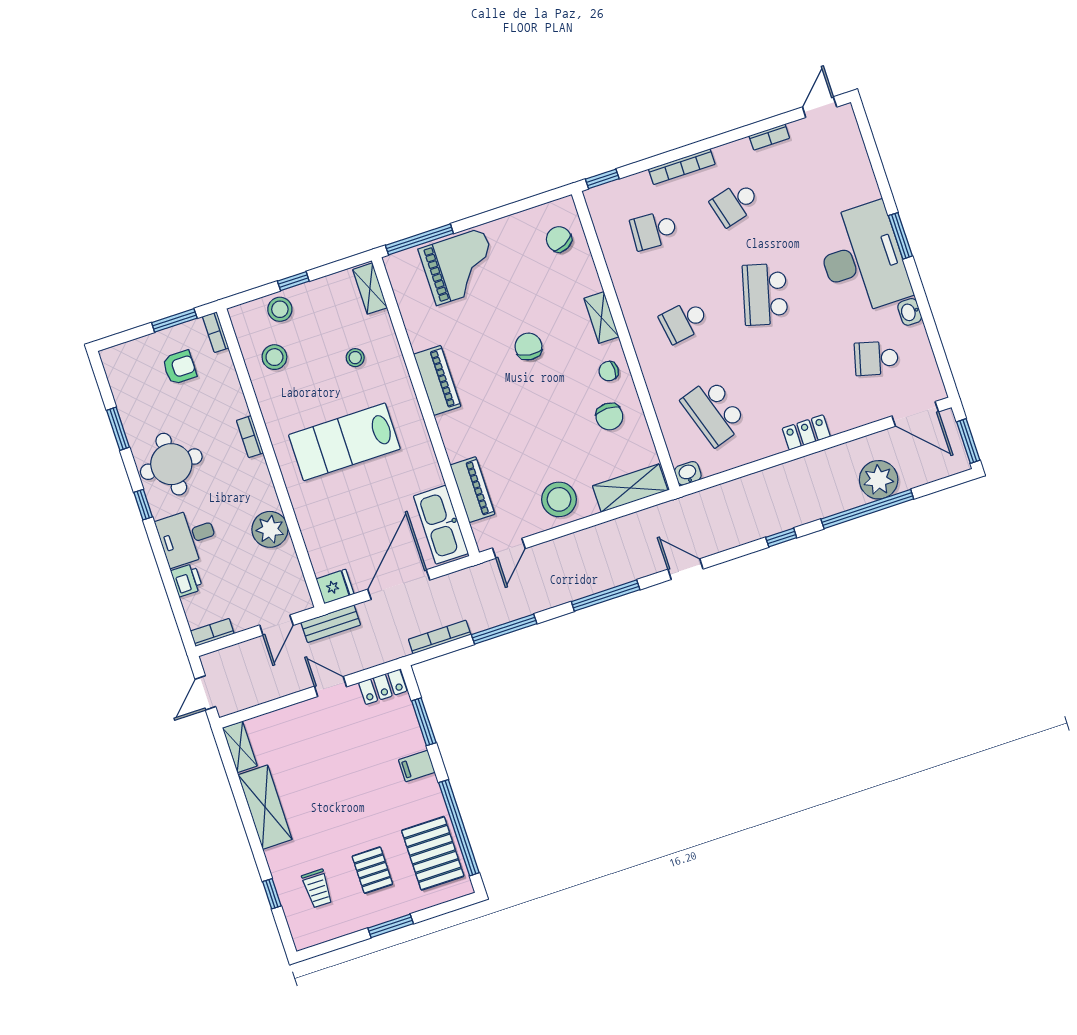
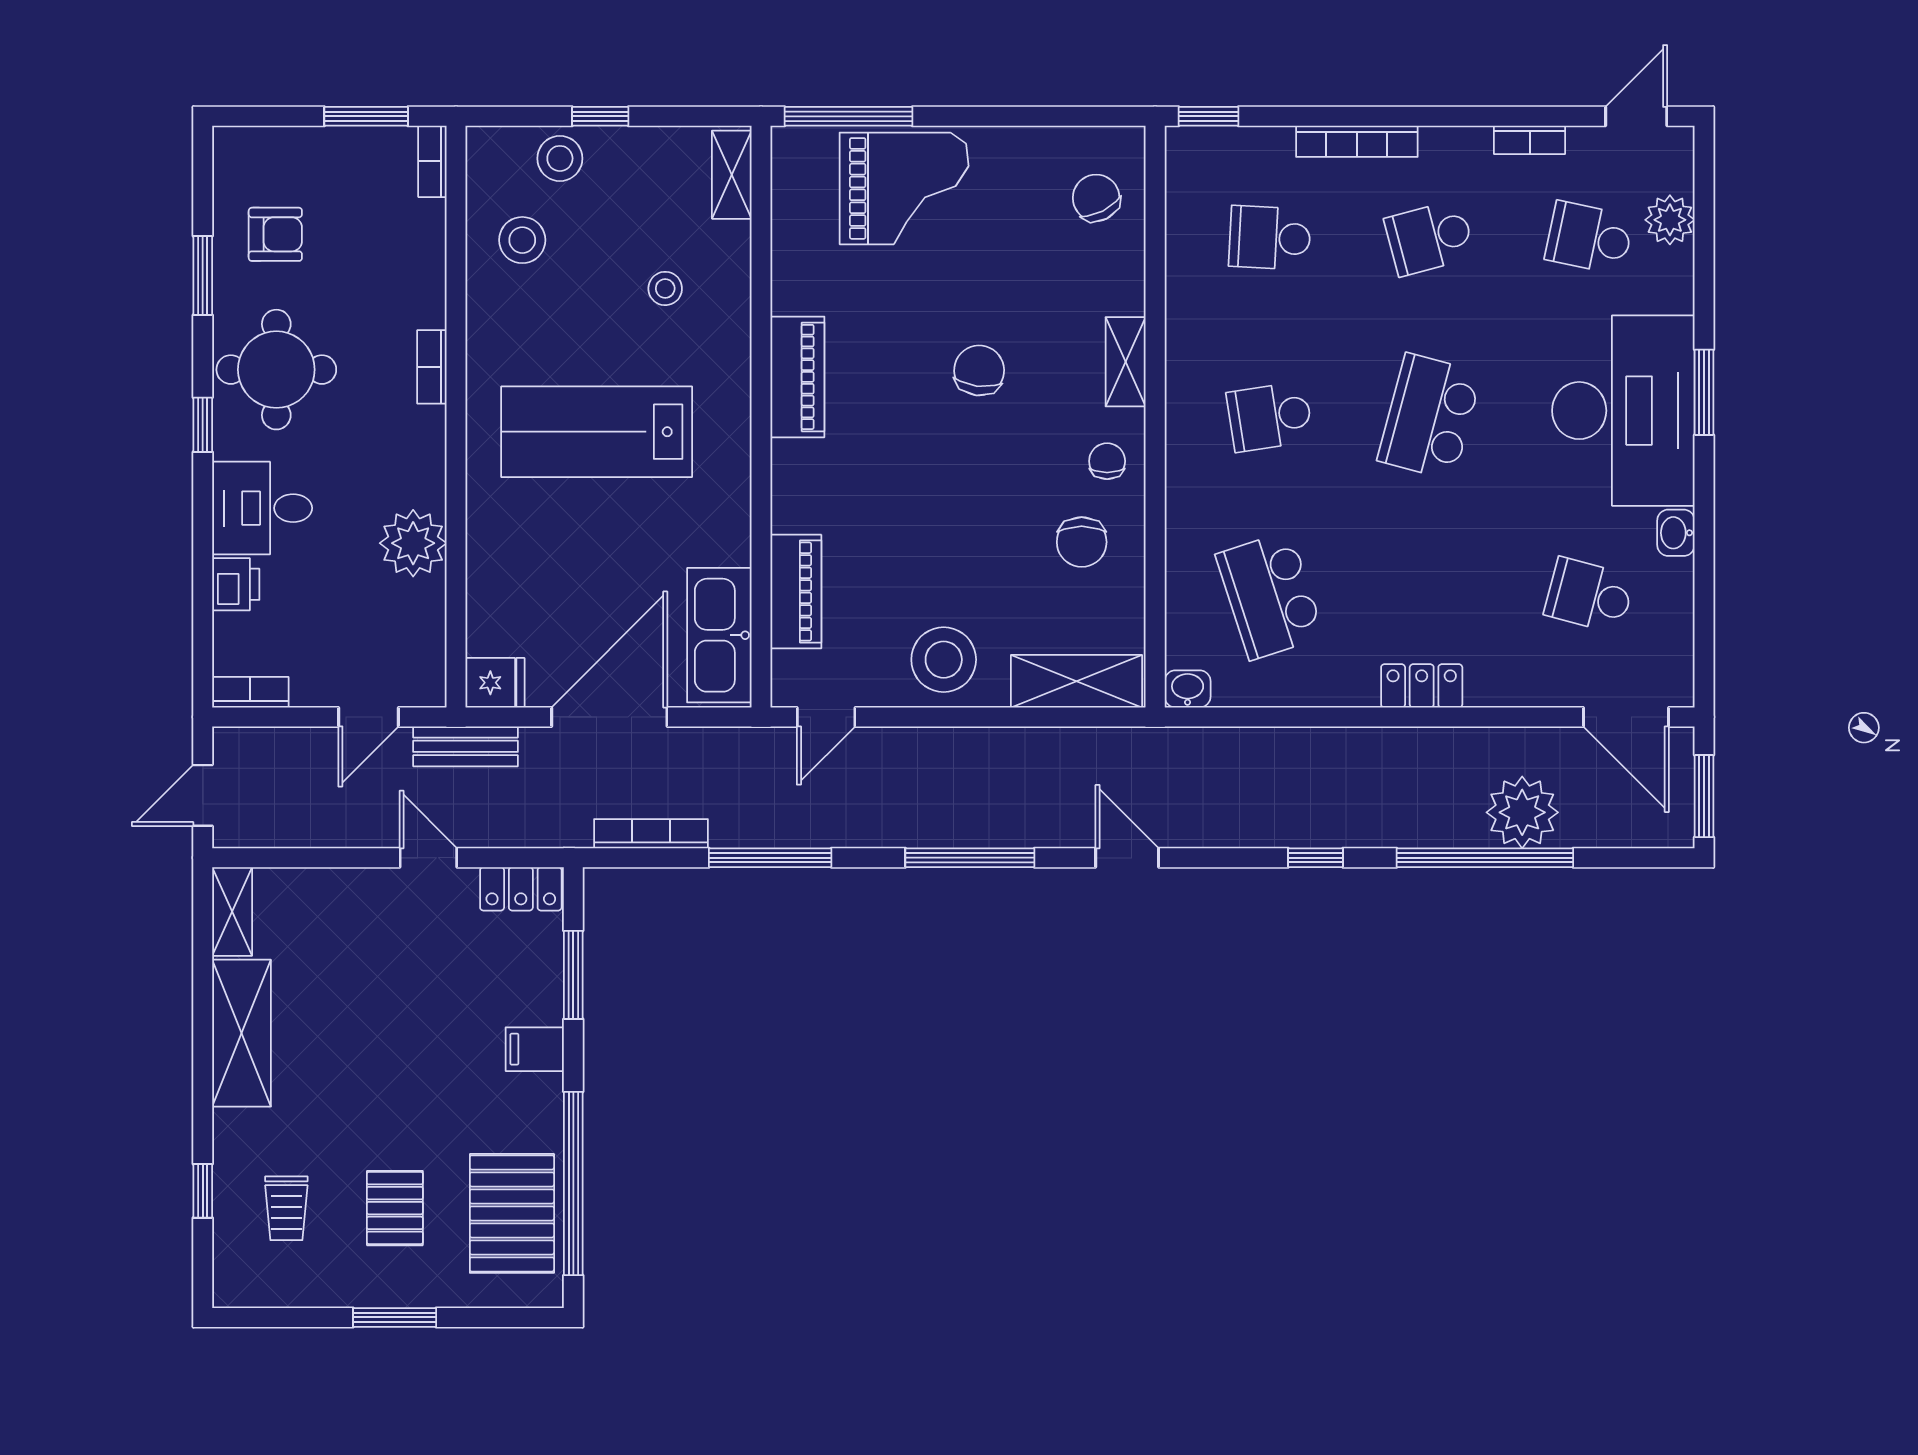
plant: (854, 154) -> (1670, 220), added
school desk: (816, 177) -> (1589, 238), added
armchair: (180, 367) -> (275, 234), moved
chair: (609, 371) -> (1107, 461), turned 90

